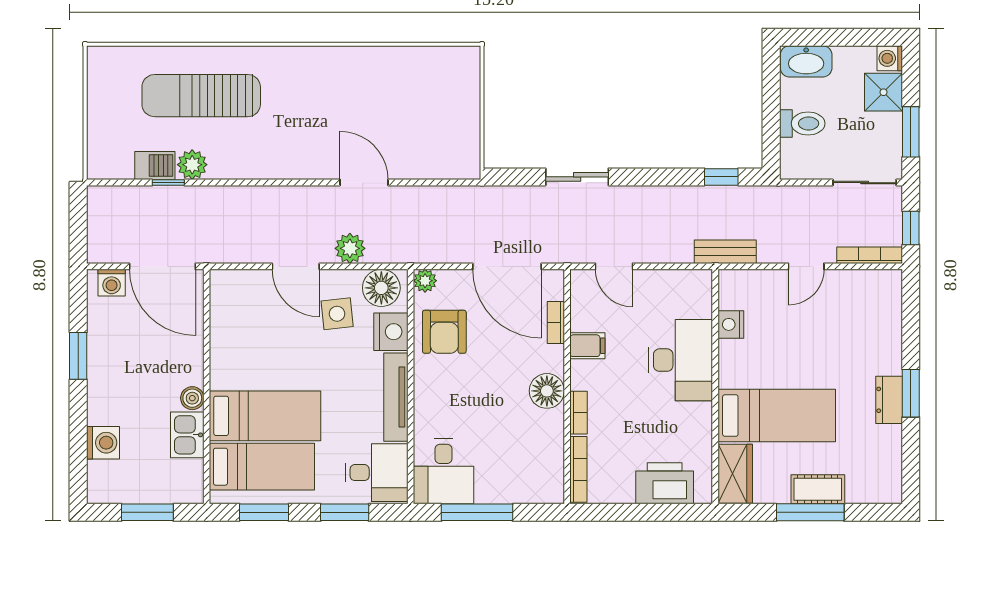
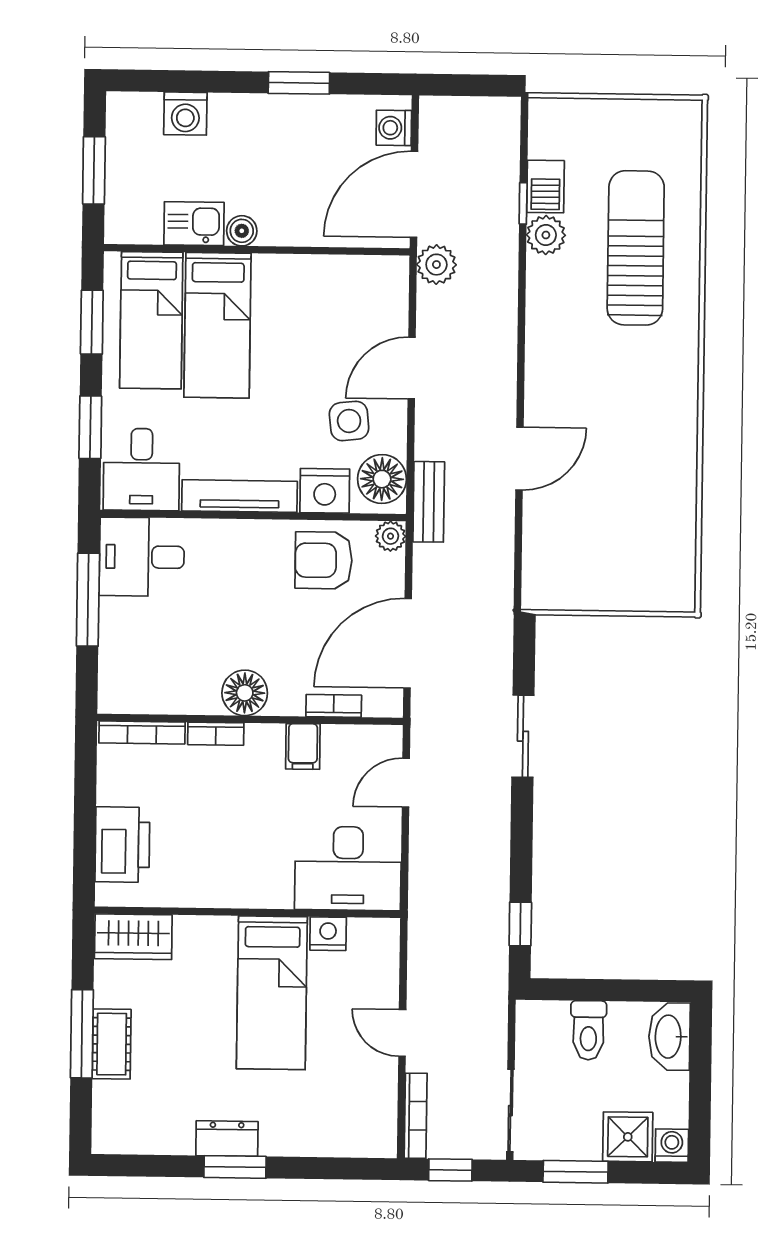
plant: (350, 248) -> (436, 265), moved
bench: (725, 252) -> (429, 502), moved
desk: (680, 360) -> (348, 868), moved
bed: (777, 416) -> (272, 993), moved

